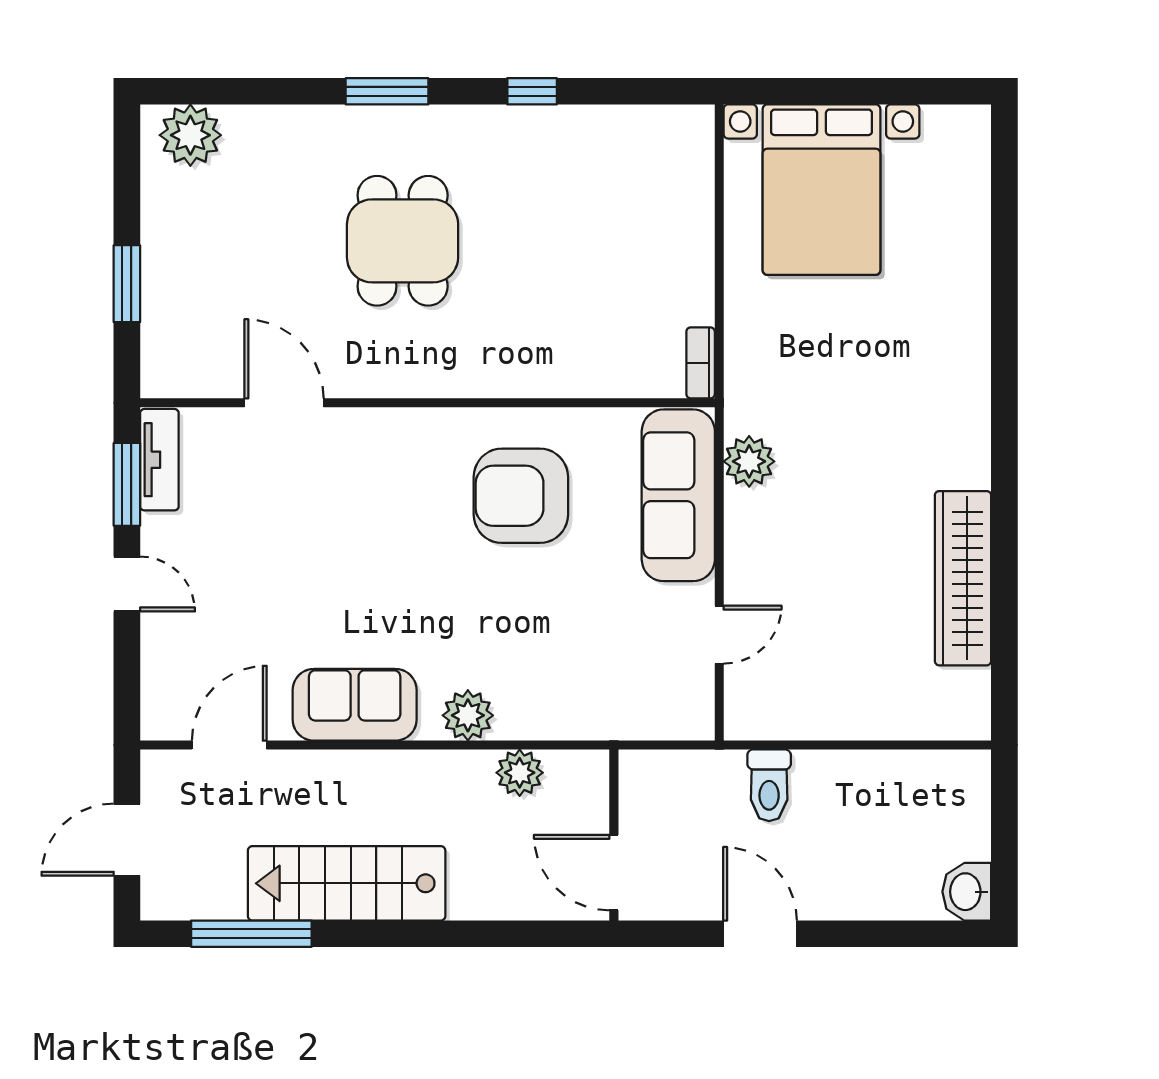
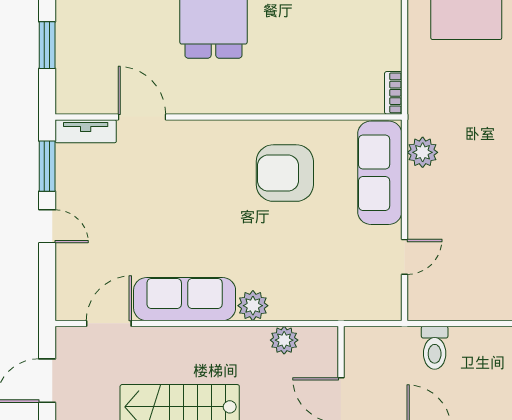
tv unit: (159, 460) -> (86, 131), moved, turned 90
sofa: (355, 705) -> (185, 299), width x1.36

